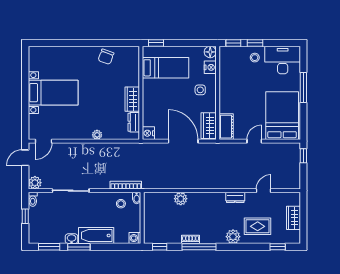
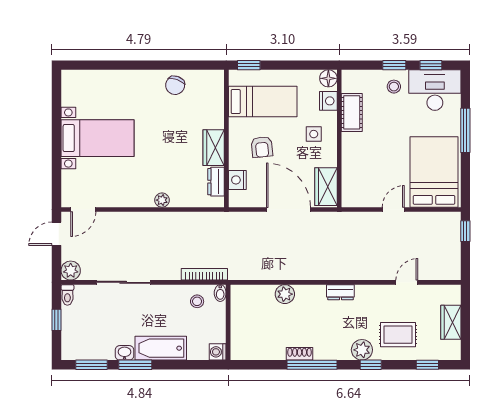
window: (233, 43) -> (431, 65), moved
armchair: (165, 99) -> (262, 147), added
cot: (226, 127) -> (352, 112), moved
nightstand: (148, 133) -> (237, 180), moved
dresser: (235, 197) -> (340, 292), moved
window: (160, 247) -> (371, 365), moved

